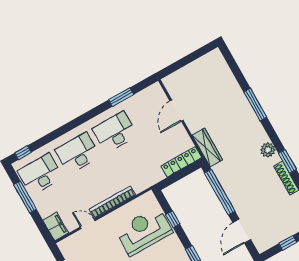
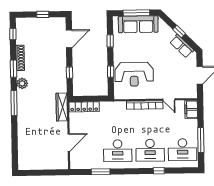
window: (255, 105) -> (14, 103), moved
window: (23, 153) -> (159, 171), moved
window: (220, 192) -> (70, 73), width x0.32

